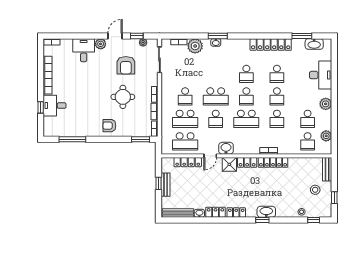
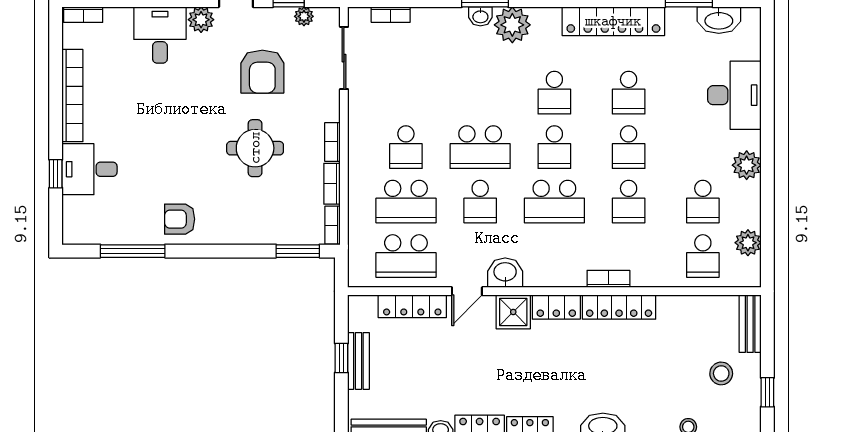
plant: (195, 46) -> (512, 25), moved
armchair: (109, 126) -> (180, 219), moved

